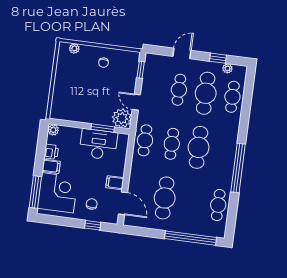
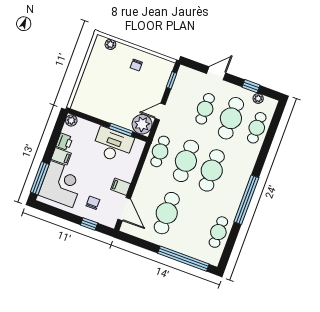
door: (136, 102) -> (160, 112), hinge flipped
cafe table: (172, 144) -> (186, 161), width x1.37, depth x1.35

